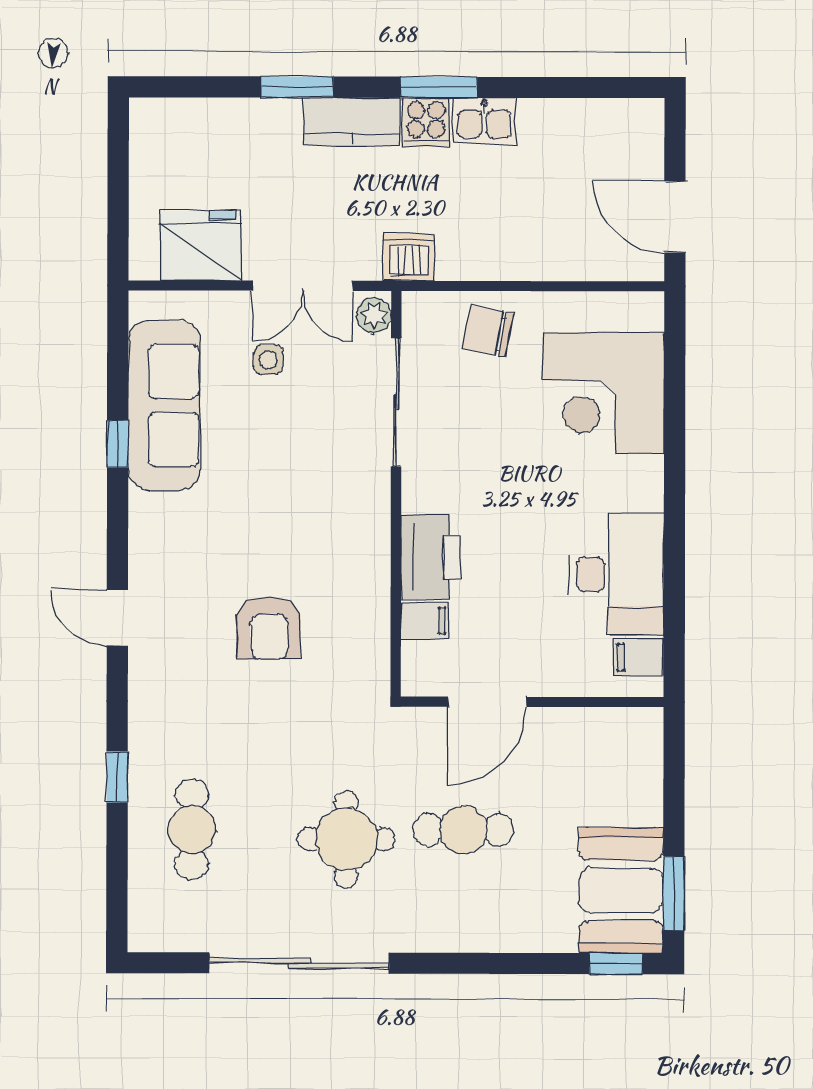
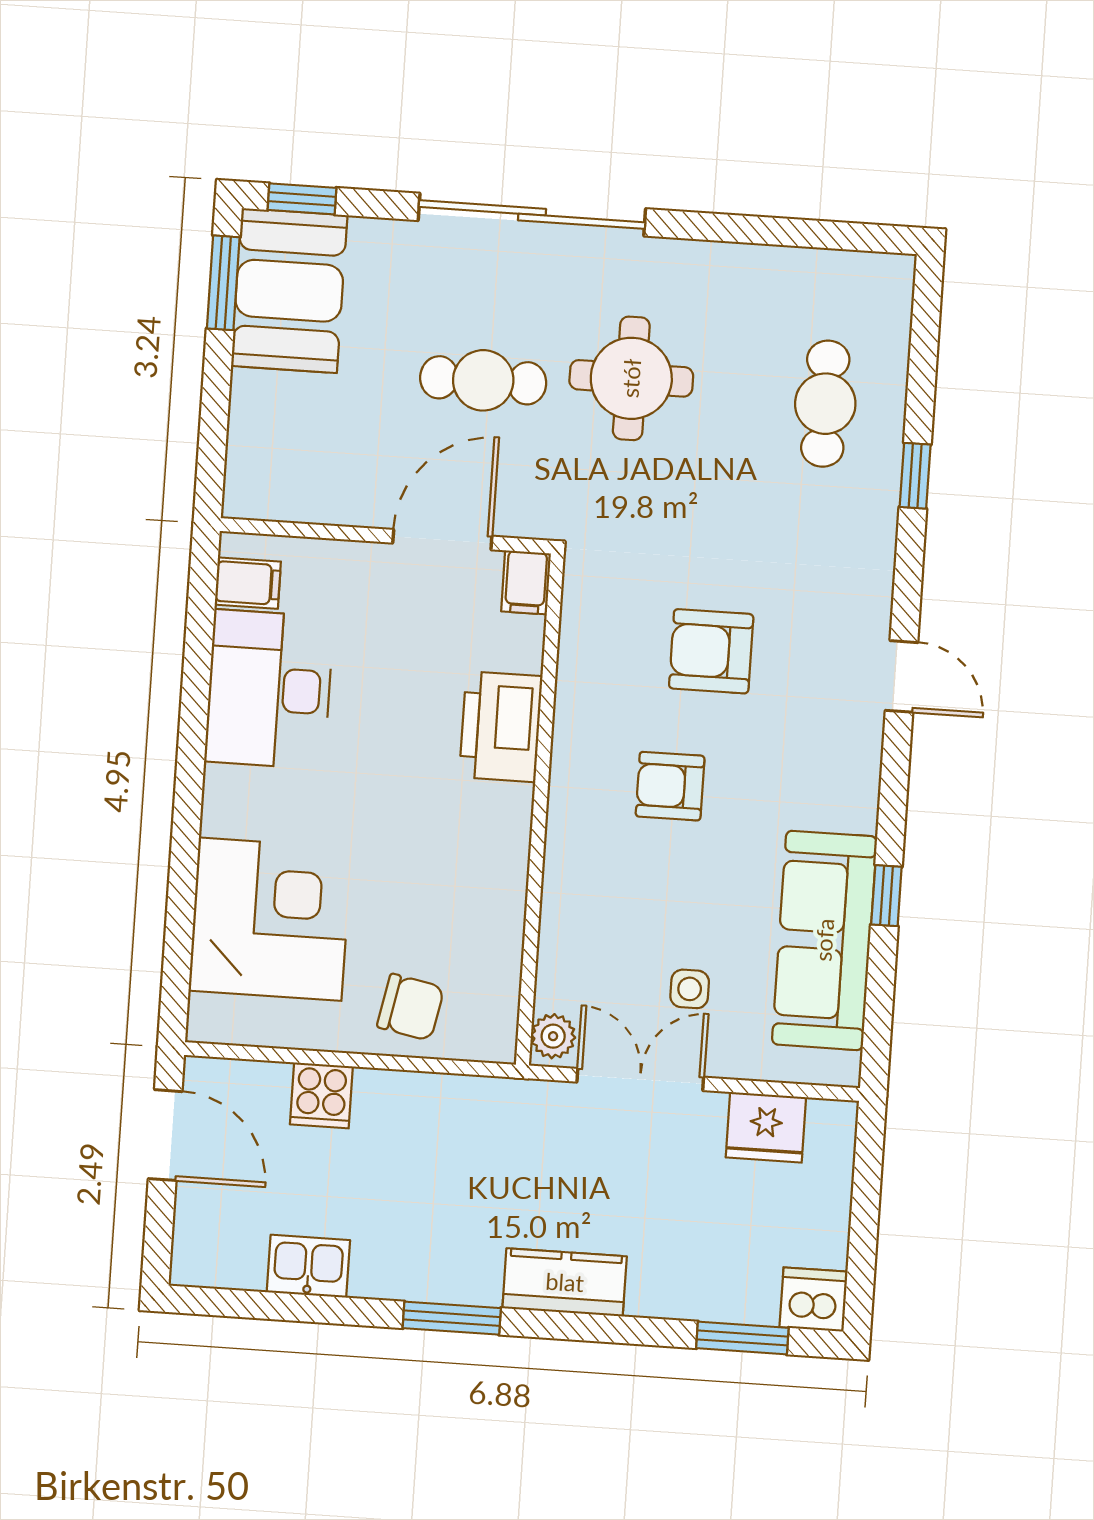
window: (297, 87) -> (742, 1338), moved
kitchen sink: (484, 121) -> (308, 1266), moved
cooker: (426, 122) -> (321, 1095), moved, turned 180
fridge: (201, 246) -> (766, 1127), width x0.73, depth x0.75
dishwasher: (409, 257) -> (814, 1299), moved, turned 180
sliding door: (396, 402) -> (532, 925), removed
armchair: (294, 519) -> (670, 786), added
filing cabinet: (425, 621) -> (526, 582), moved, turned -90
armchair: (269, 628) -> (711, 651), turned -90
sliding door: (299, 963) -> (532, 215), moved

